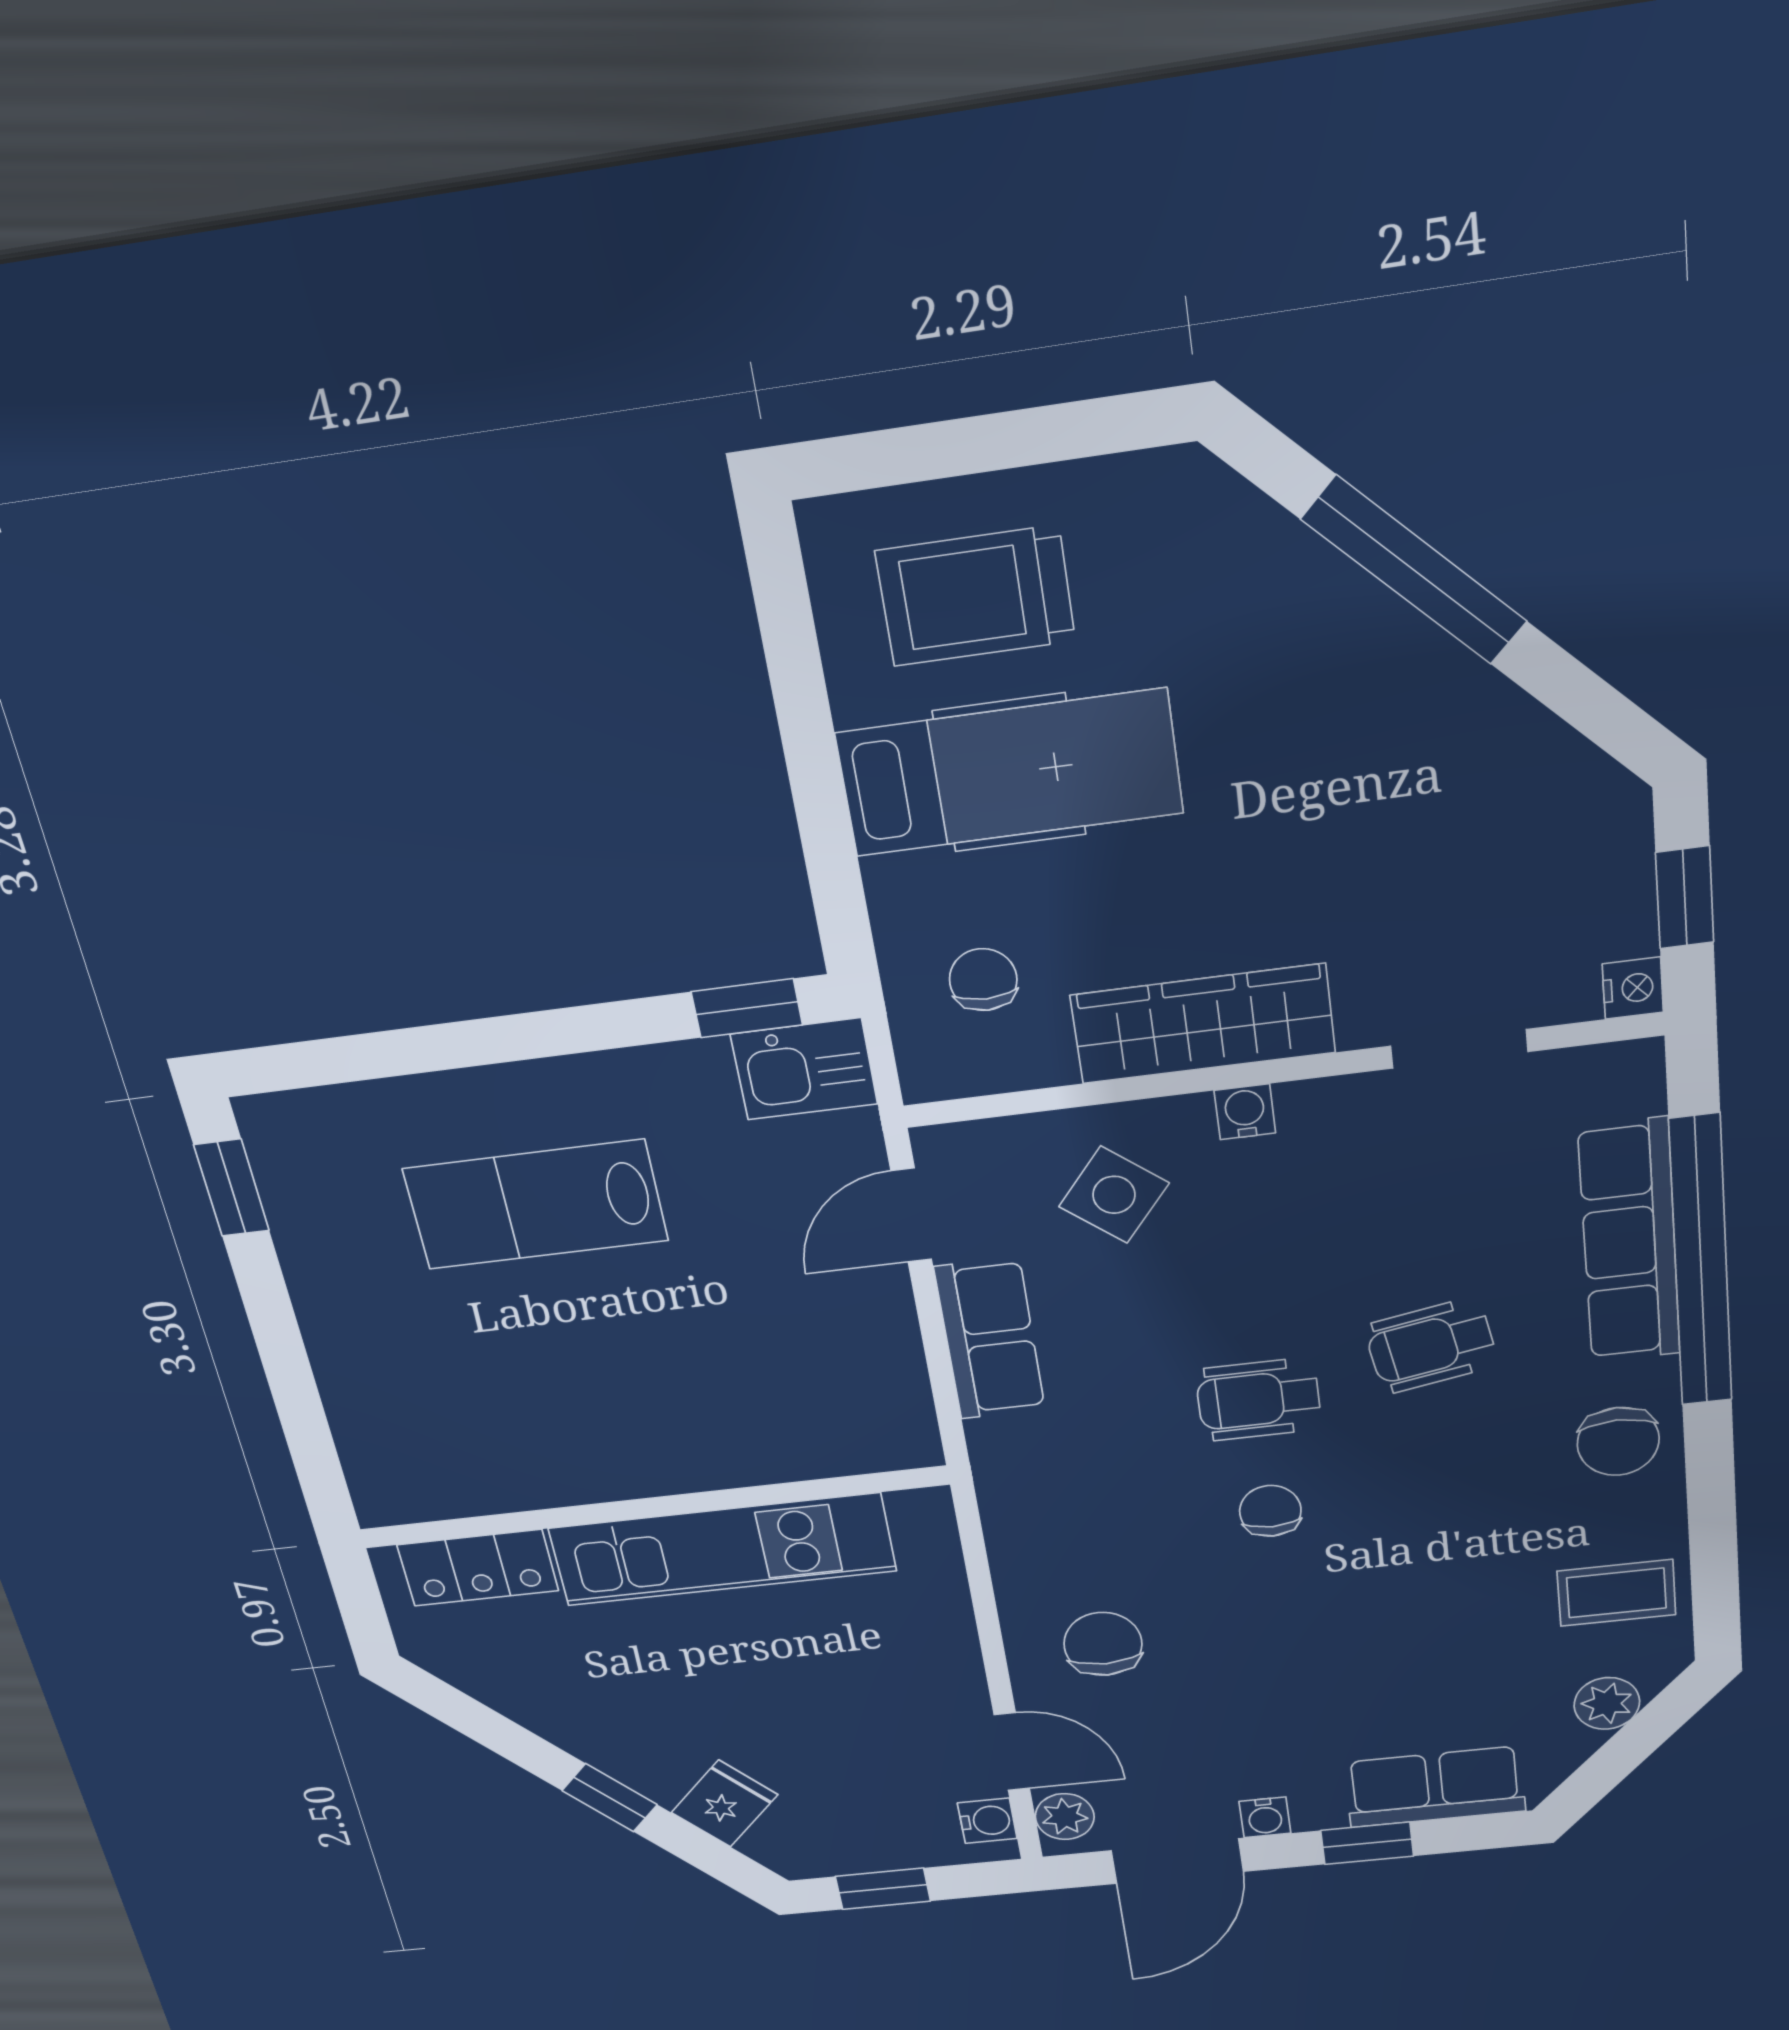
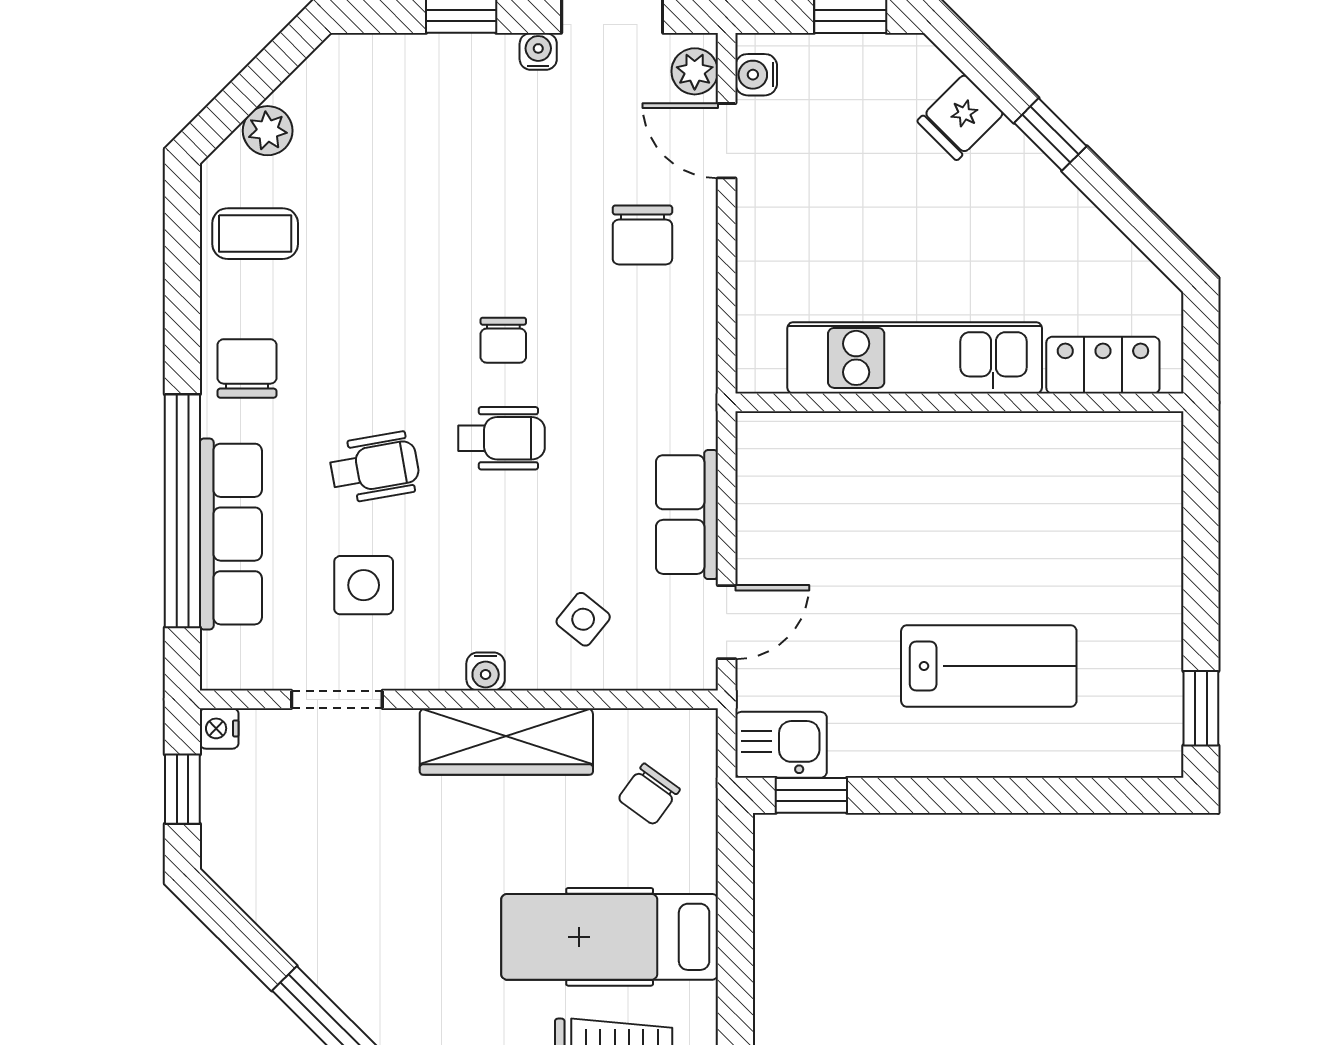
chair: (983, 980) -> (649, 794), turned 36
side table: (1114, 1195) -> (583, 619), width x0.73, depth x0.73
side table: (1433, 1200) -> (364, 585), added
row of seats: (1435, 1787) -> (404, 66), removed

